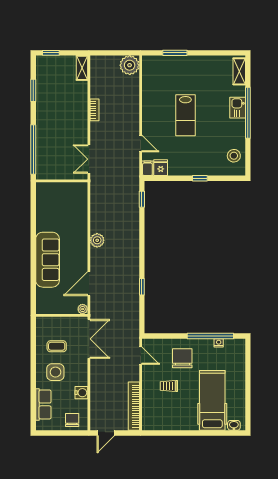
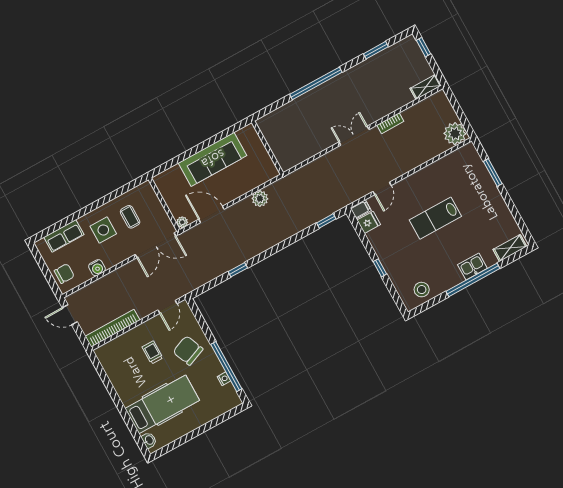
double door: (89, 159) -> (354, 136), moved
wall: (62, 181) -> (267, 148), moved
chair: (182, 358) -> (188, 351), turned -112

